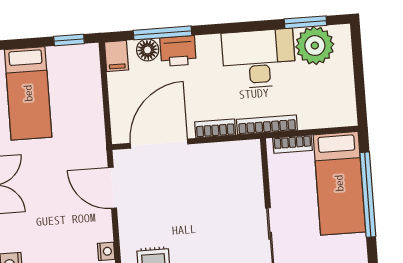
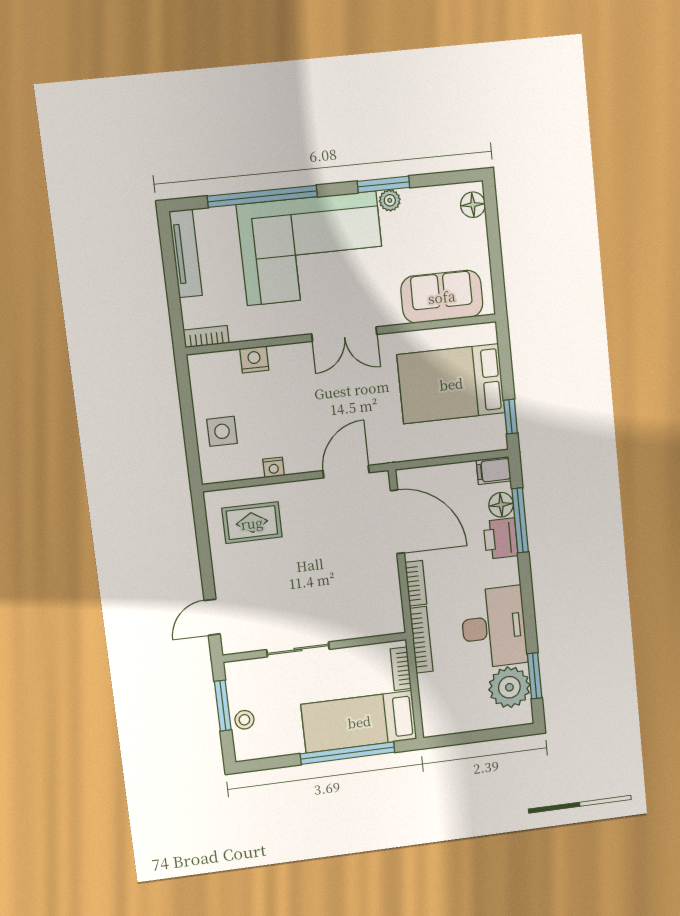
bed: (28, 93) -> (451, 384), width x1.50

